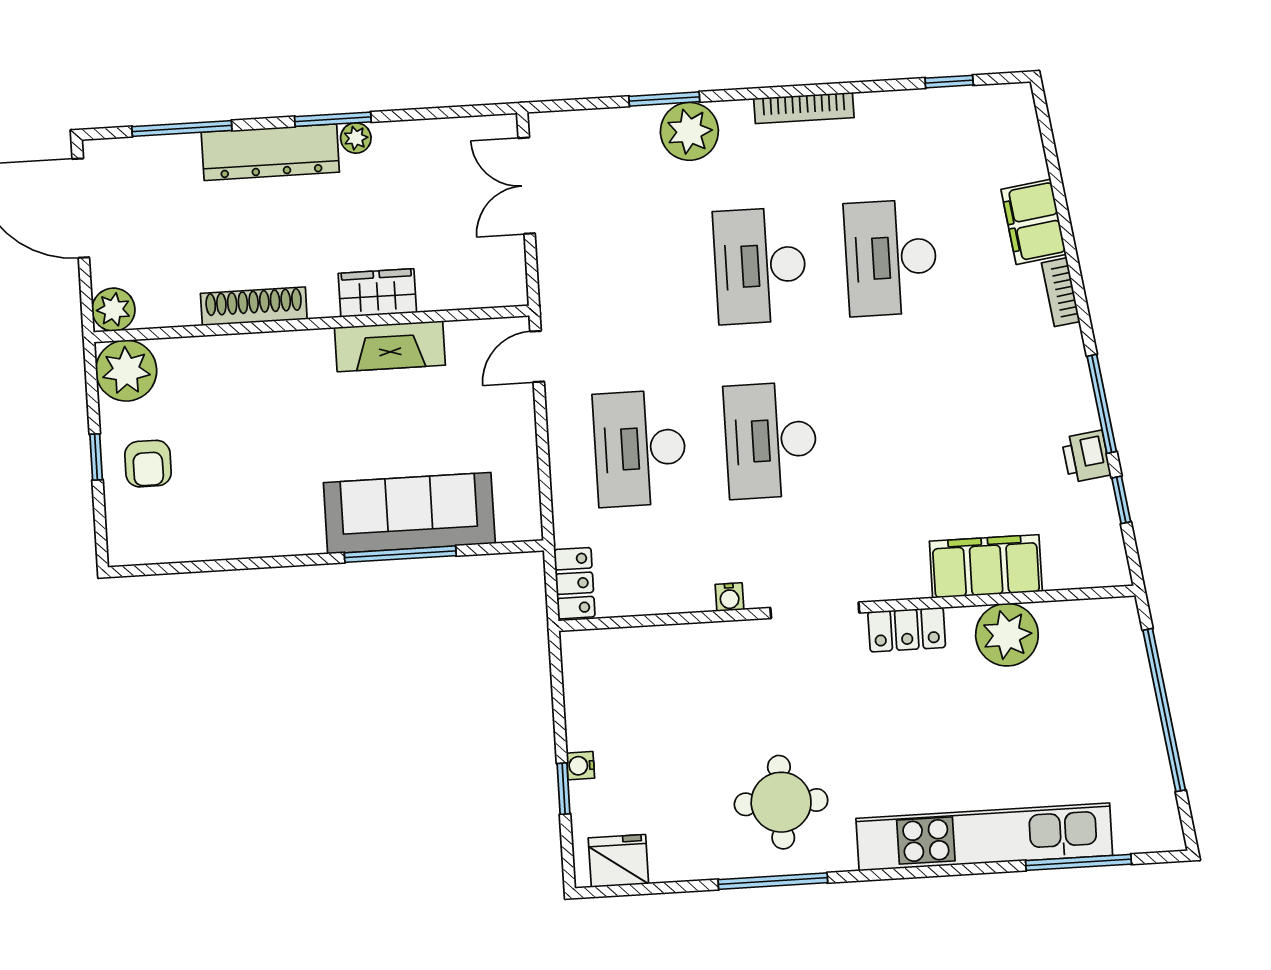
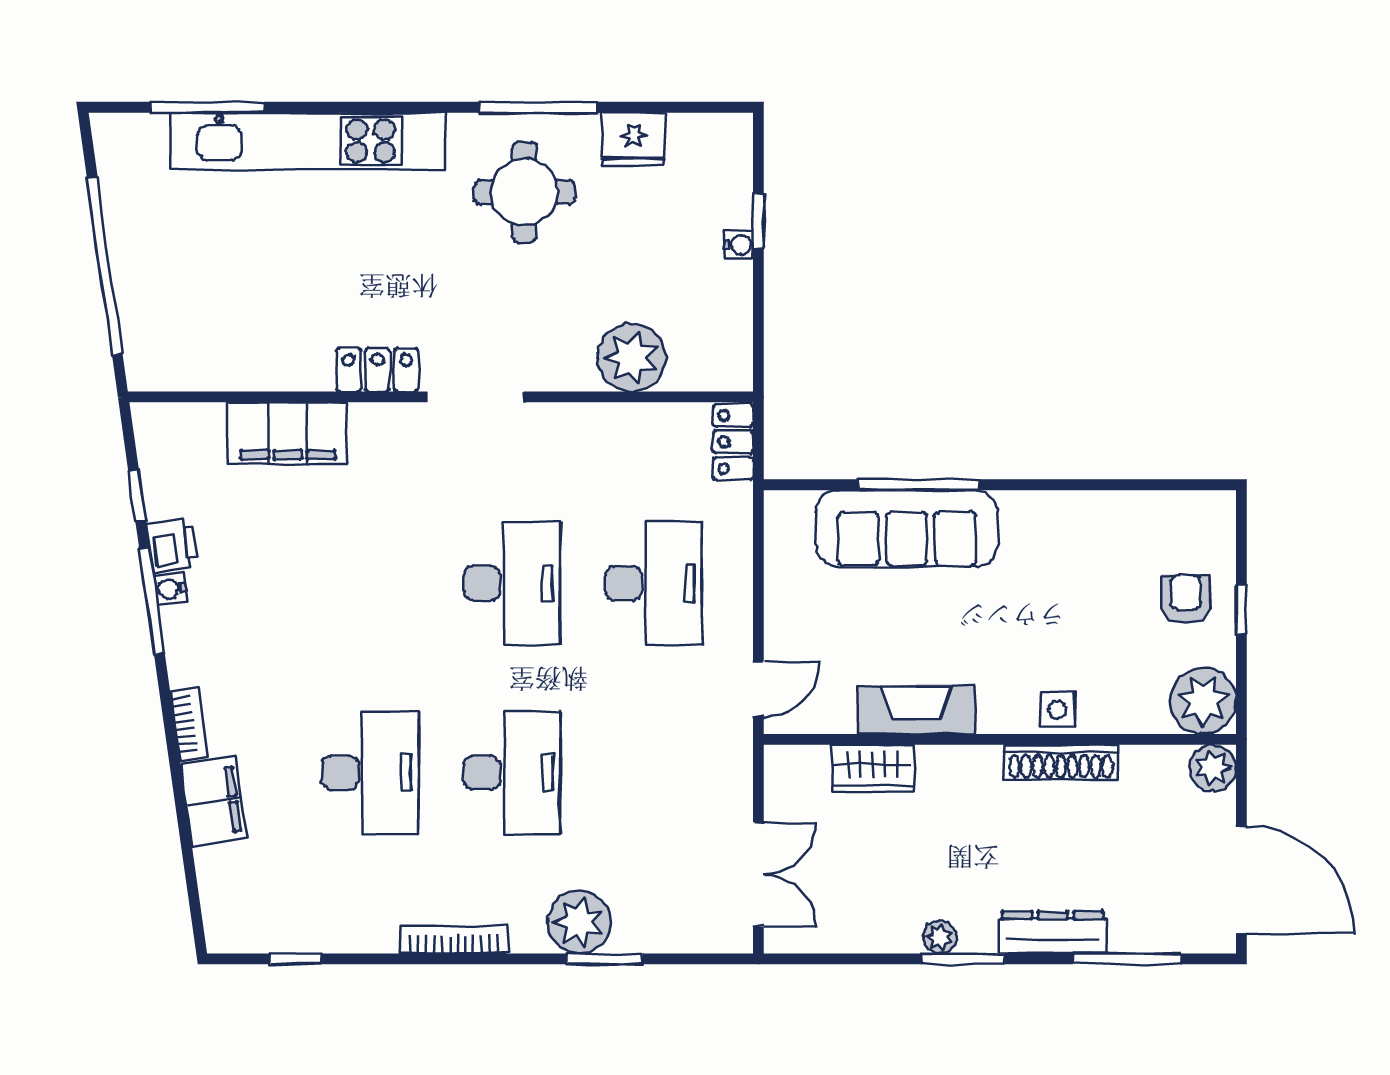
dresser: (270, 152) -> (1053, 933), width x0.73, depth x0.80
wardrobe: (377, 293) -> (873, 768), moved
side table: (260, 355) -> (1057, 710), added
water cooler: (729, 597) -> (170, 589), moved, turned -98
plant: (1007, 635) -> (632, 358), moved
fridge: (618, 861) -> (634, 139), moved

